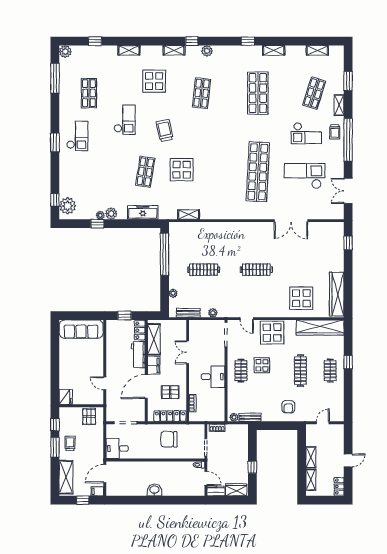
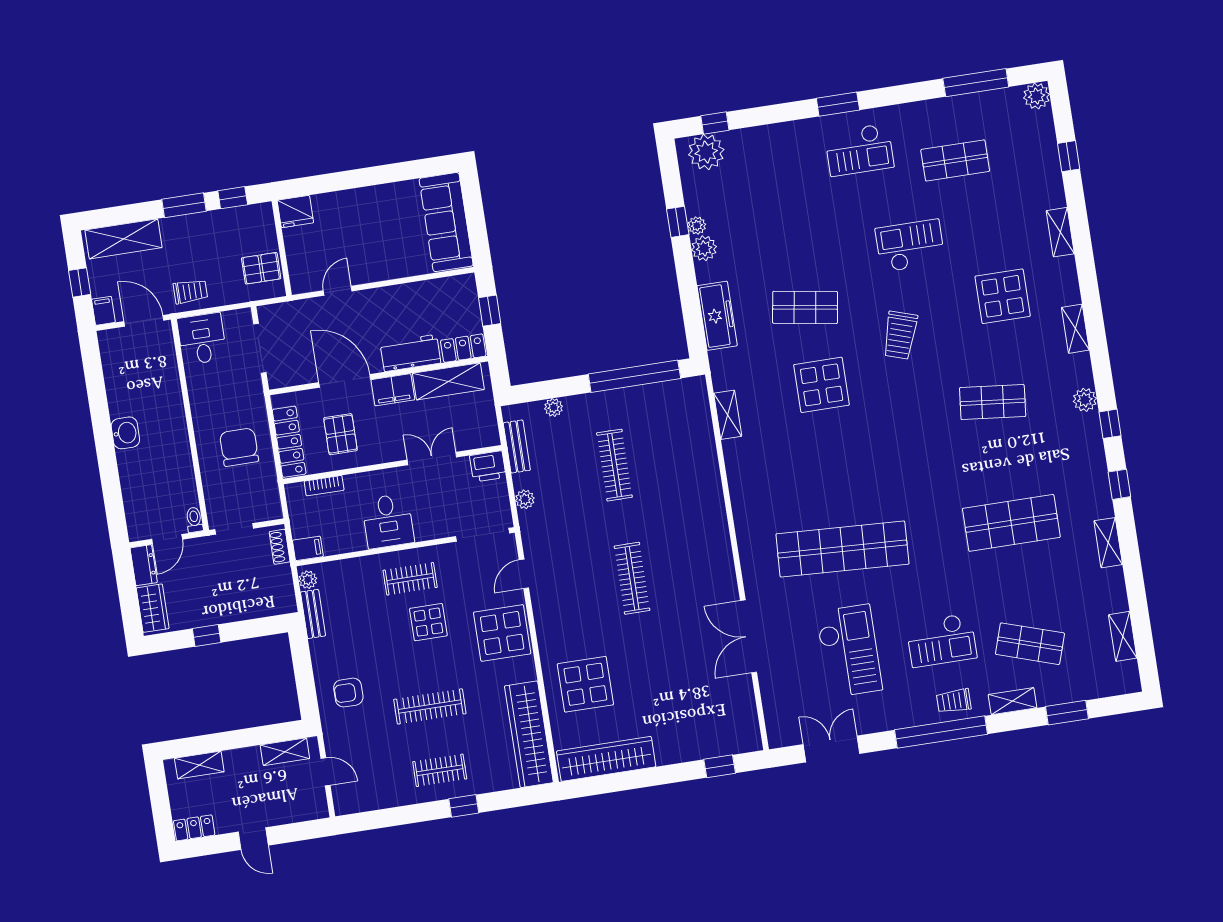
window: (192, 41) -> (1110, 424), moved
checkout: (125, 120) -> (910, 246), turned 180
trolley: (165, 131) -> (900, 335), turned 120
checkout: (306, 133) -> (941, 640), turned -90
printer: (195, 327) -> (488, 466), added
filing cabinet: (220, 415) -> (308, 548), added
trolley: (70, 443) -> (190, 291), moved
shelving: (311, 457) -> (285, 752), moved

